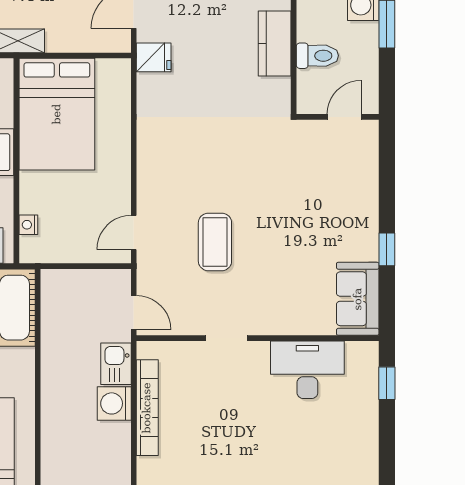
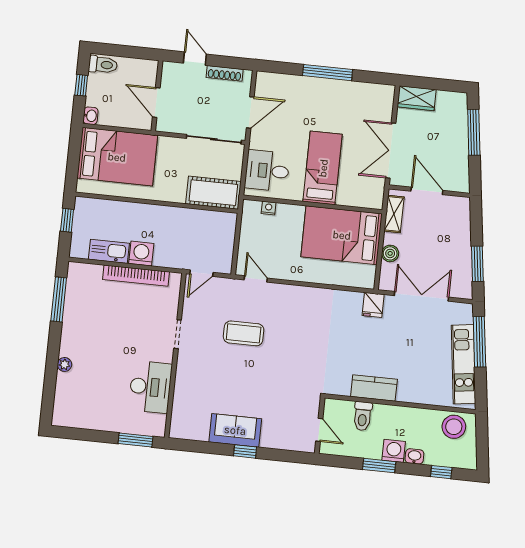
boiler: (76, 41) -> (390, 253), added
window: (387, 249) -> (245, 451), moved
sofa: (358, 299) -> (235, 430), moved
kitchen sink: (116, 364) -> (109, 251), moved, width x1.38
window: (387, 383) -> (135, 440), width x1.50

